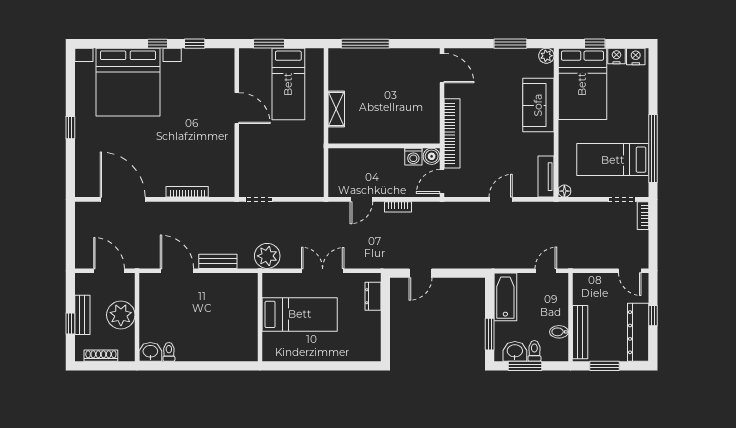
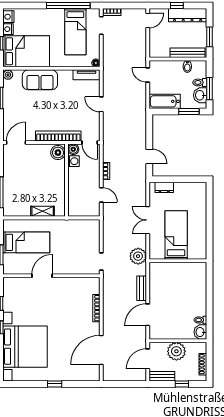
boiler: (427, 133) -> (58, 153), added
bench: (82, 315) -> (162, 376), moved

